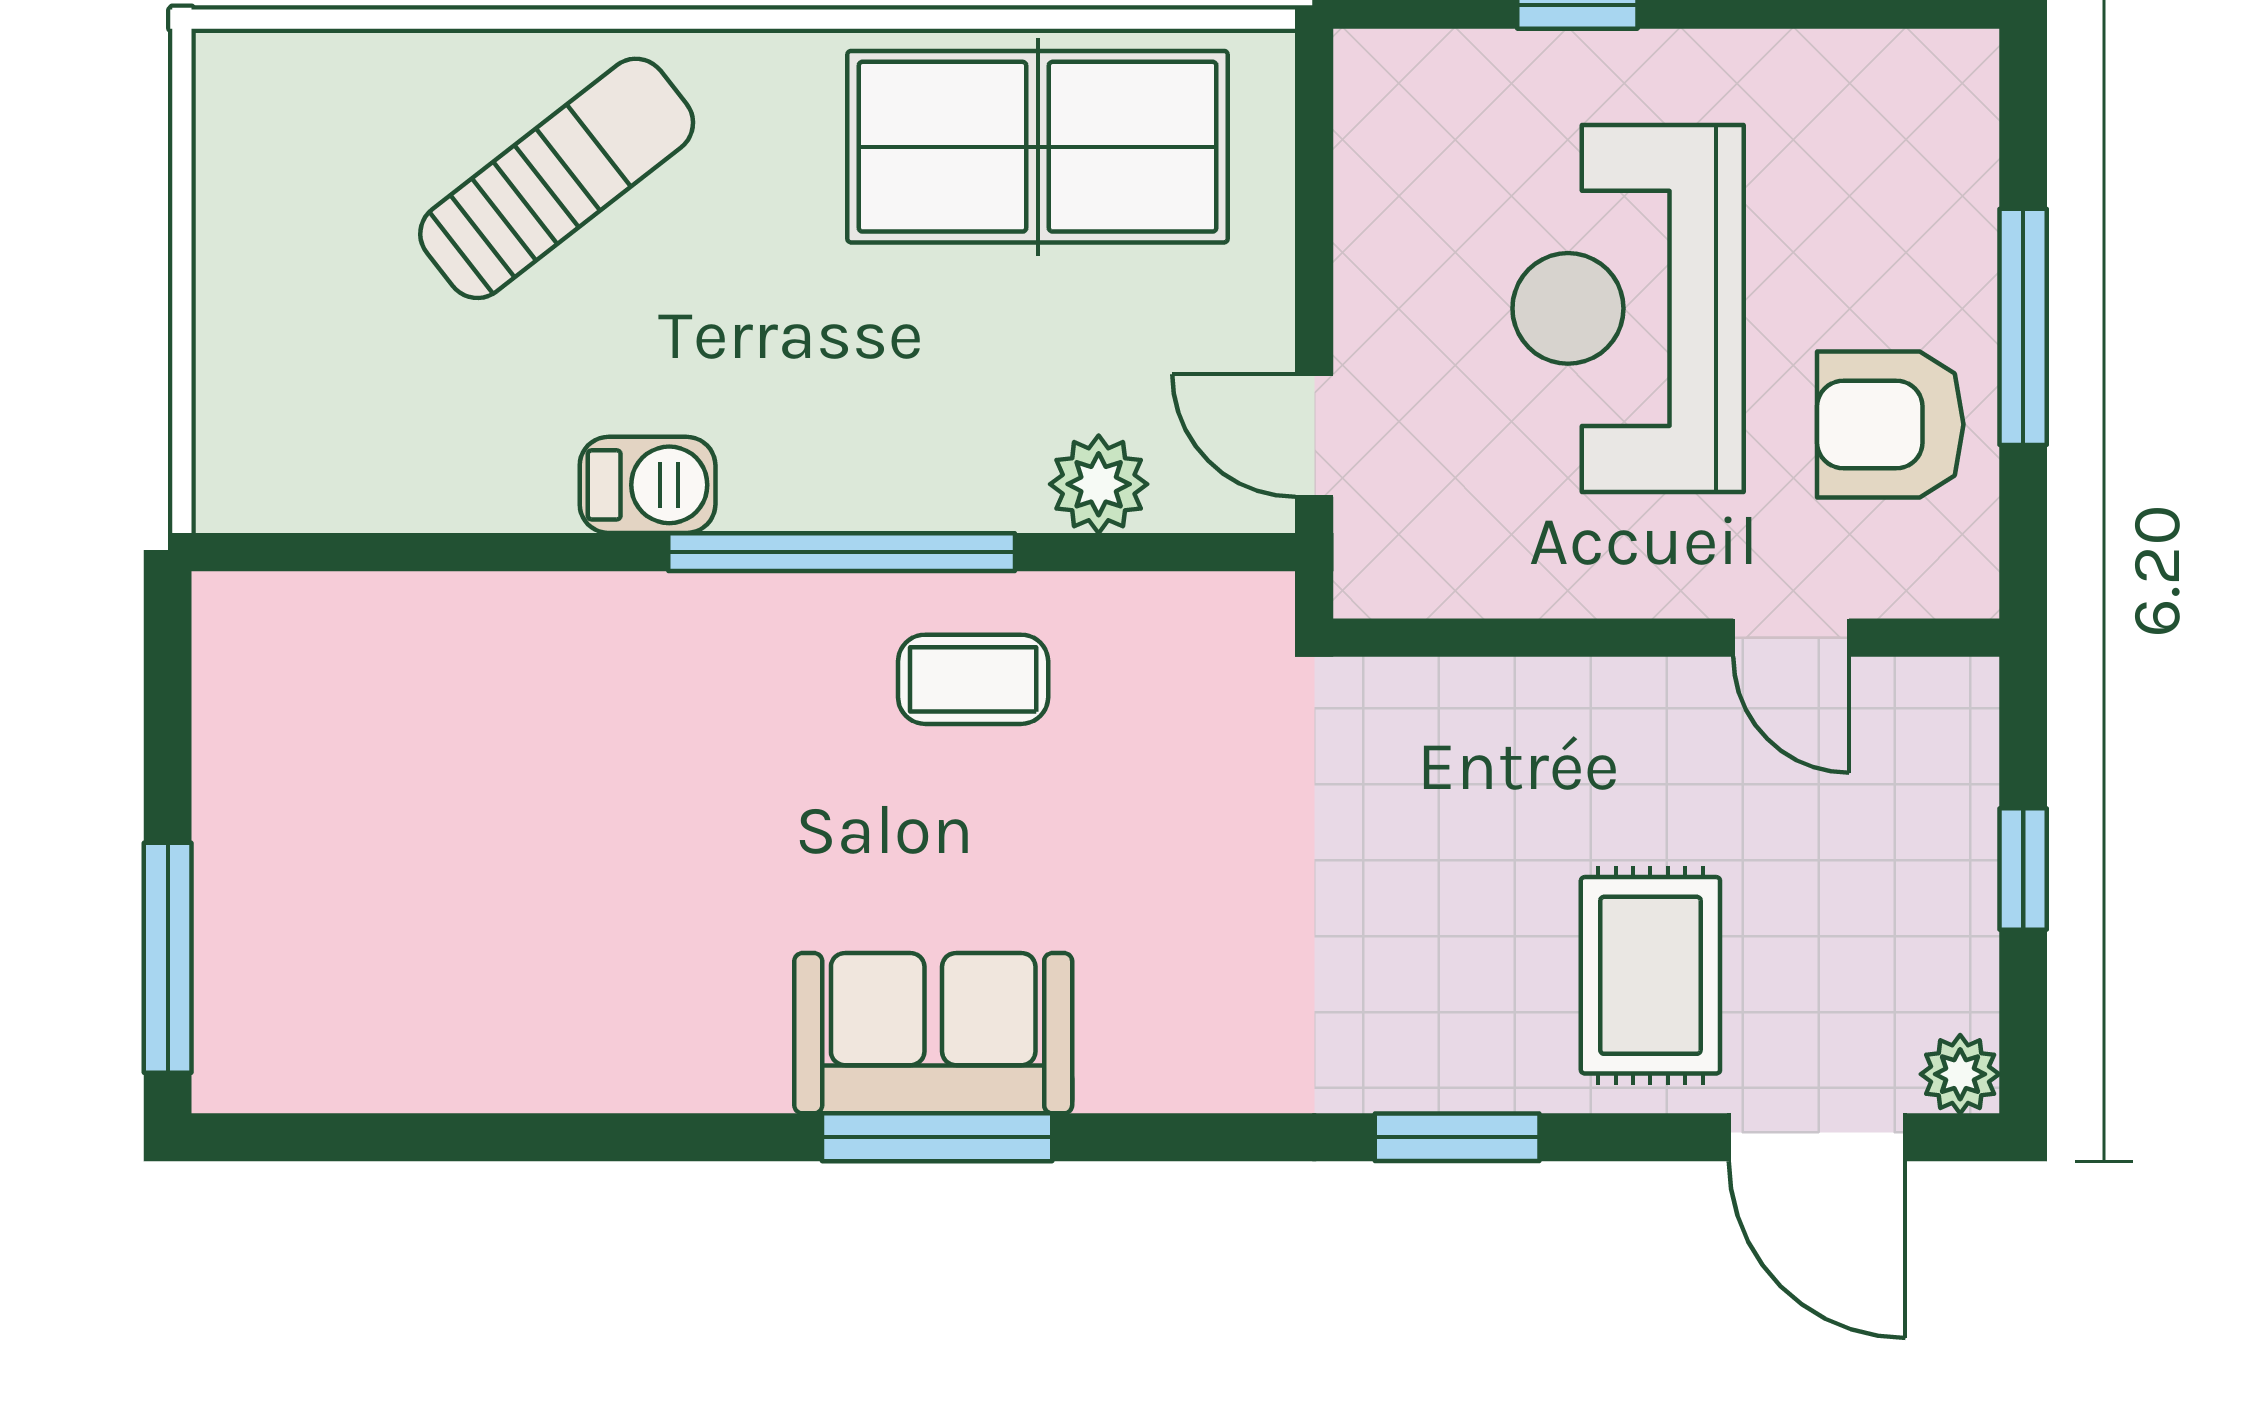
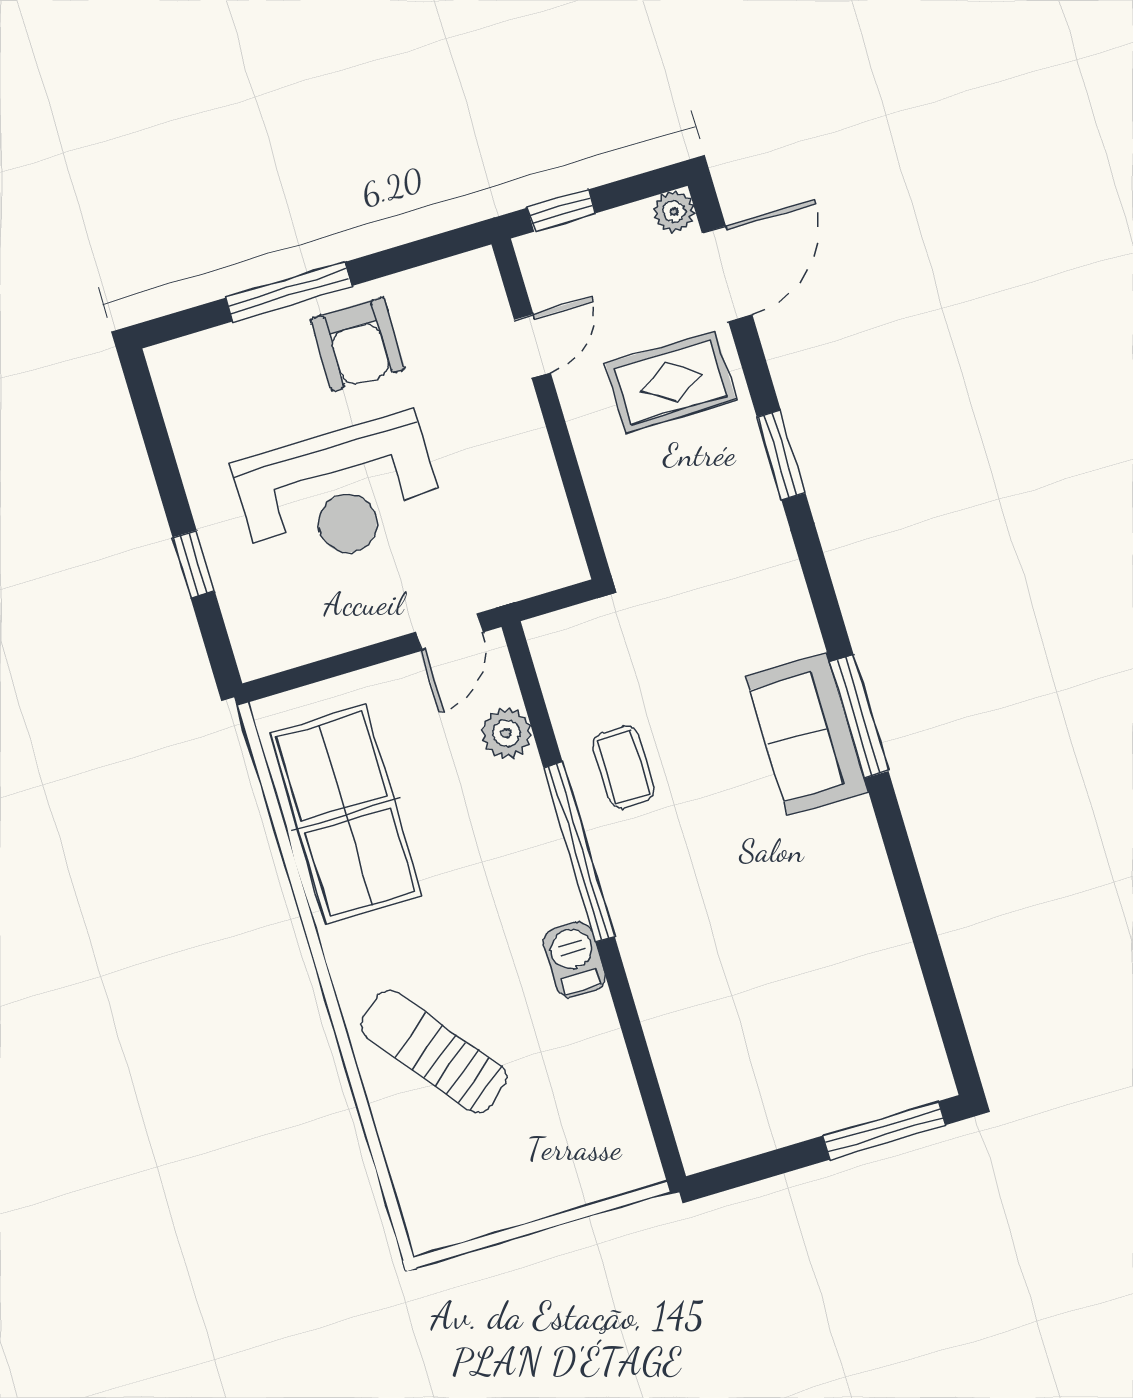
wall: (1666, 638) -> (551, 409), moved
door: (1791, 638) -> (532, 346), moved

